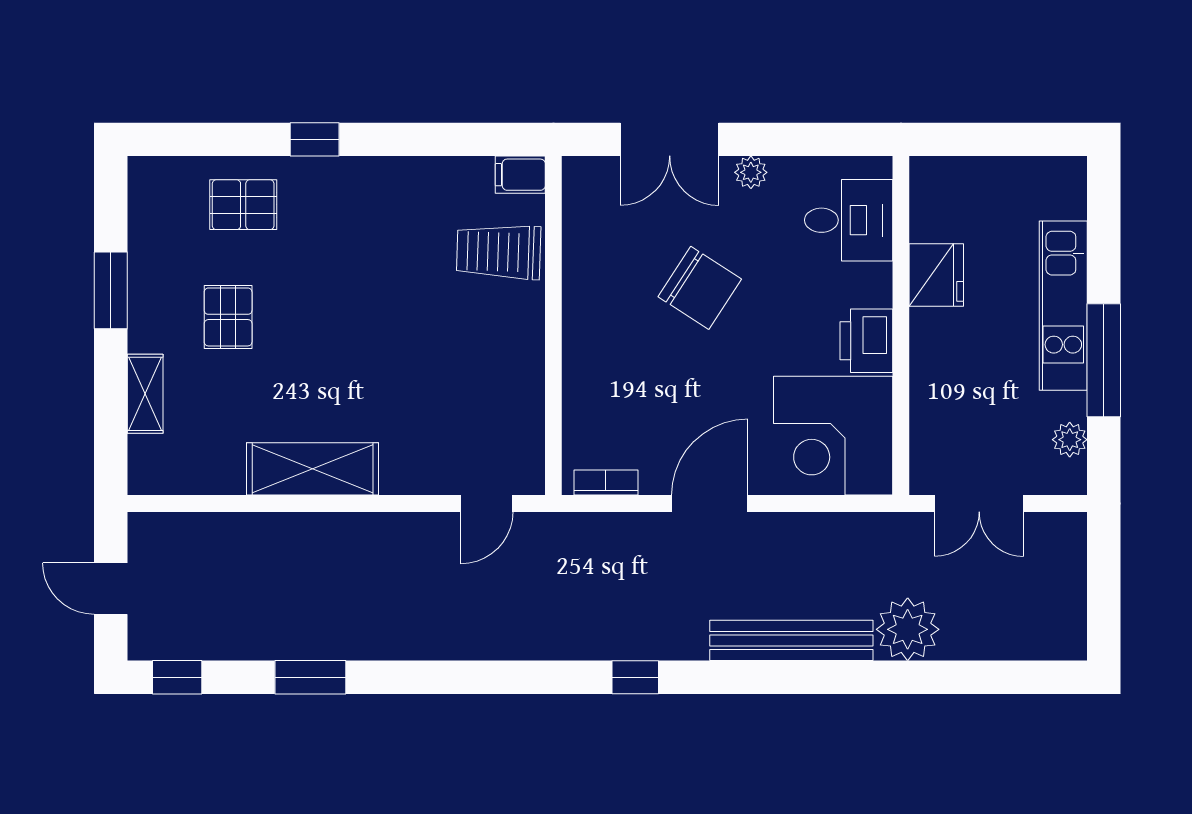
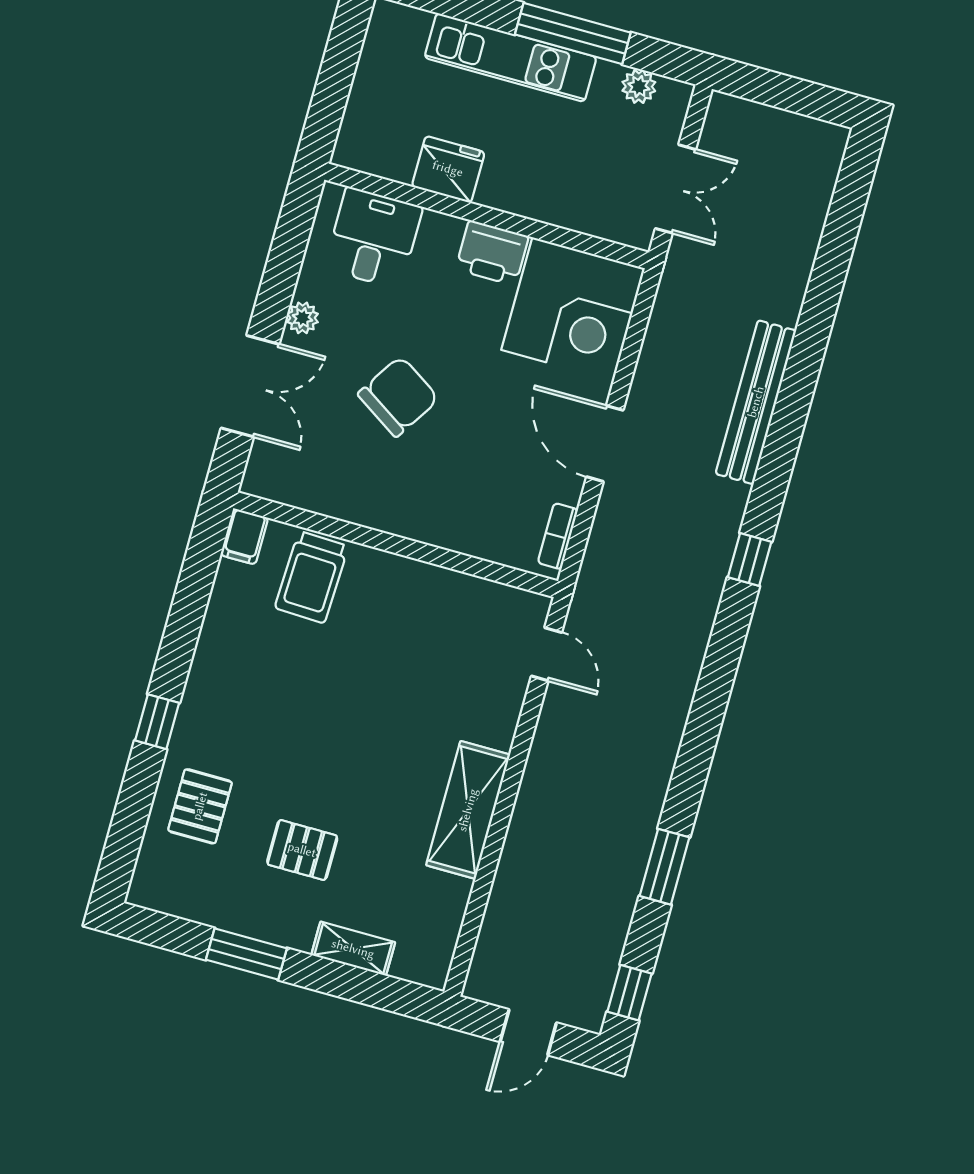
plant: (908, 629) -> (776, 289), removed

